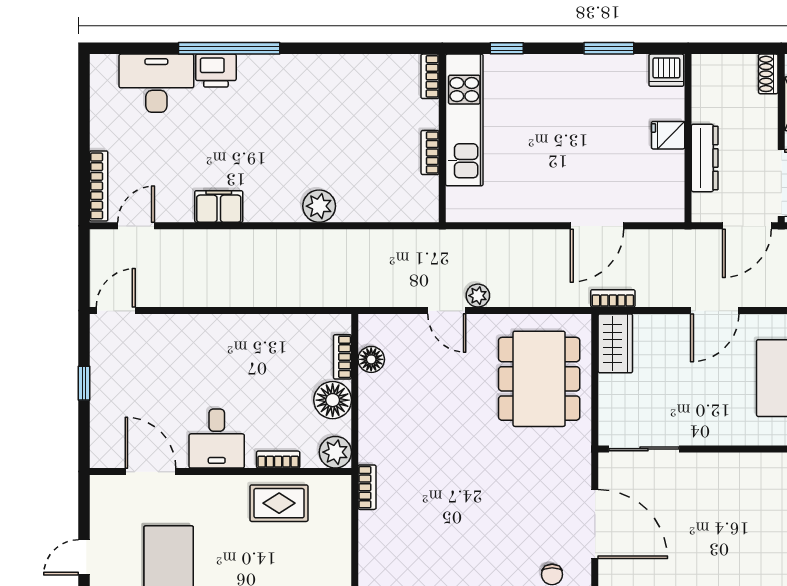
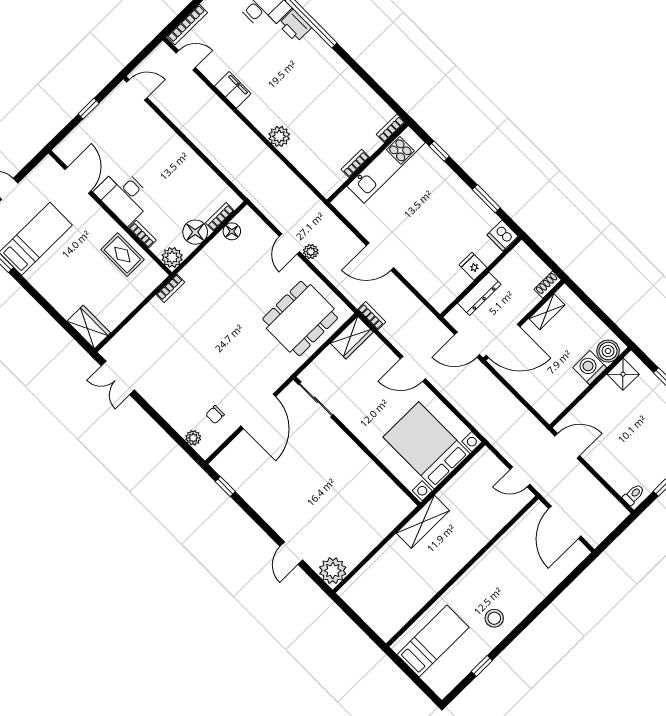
door: (597, 226) -> (380, 257), moved
desk: (217, 438) -> (124, 196), width x1.37

